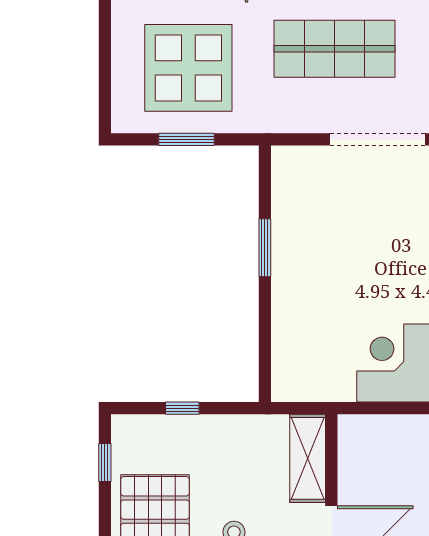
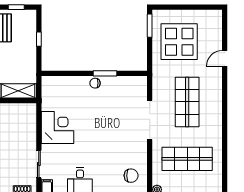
window: (186, 139) -> (150, 26), moved
chair: (289, 272) -> (95, 83), added

